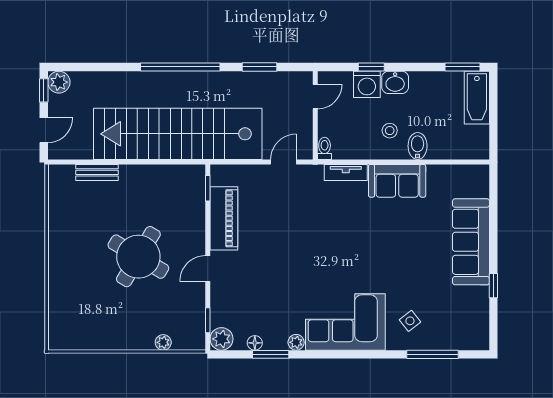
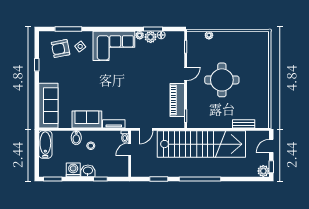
washing machine: (367, 84) -> (73, 170), moved
door: (315, 97) -> (130, 149), moved
bathtub: (477, 98) -> (45, 144), moved
sofa: (471, 242) -> (48, 106), moved
round table: (138, 257) -> (222, 80), turned -31
armchair: (448, 317) -> (61, 48), added
plant: (222, 339) -> (151, 37), moved

